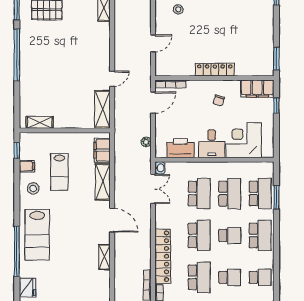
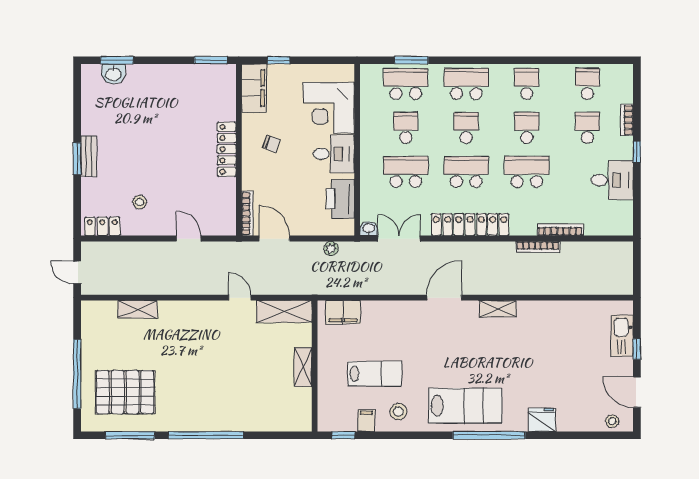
shelving: (40, 122) -> (303, 367), moved
shelving: (103, 182) -> (389, 311), removed
school desk: (230, 194) -> (406, 128), width x0.54
locker: (163, 256) -> (470, 225), moved

